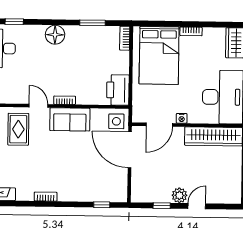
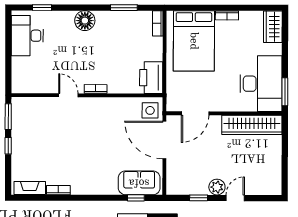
nightstand: (182, 118) -> (218, 106), removed
sofa: (70, 119) -> (139, 183), moved, turned 180
rug: (18, 129) -> (48, 120), removed
bookcase: (46, 197) -> (58, 190), moved

